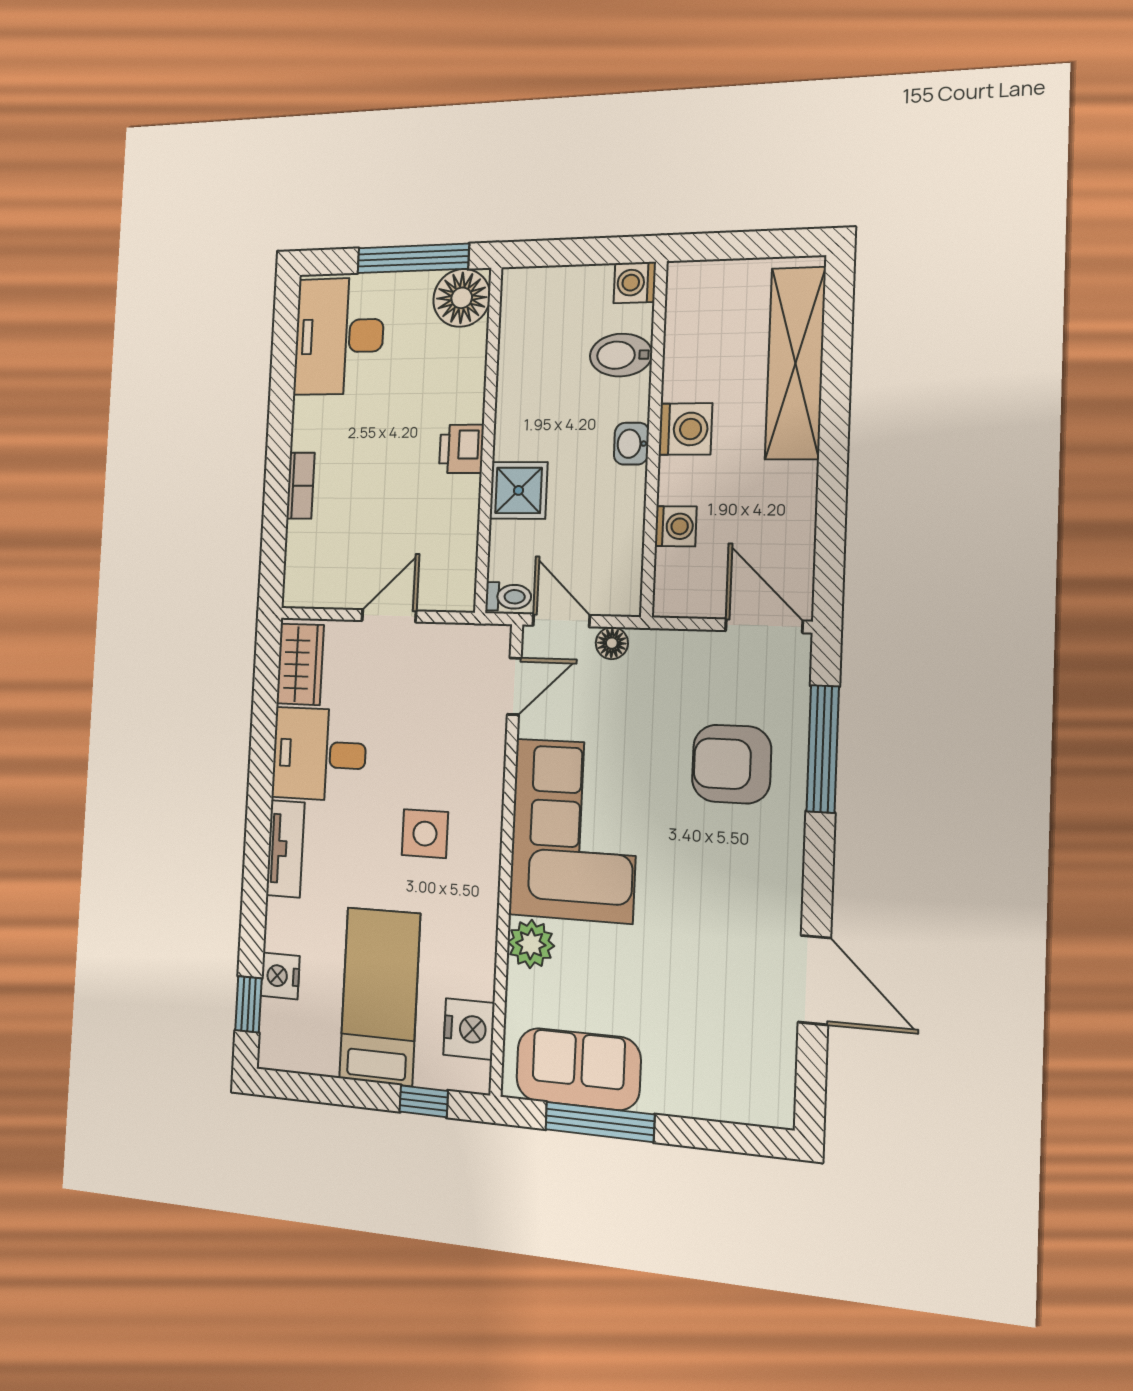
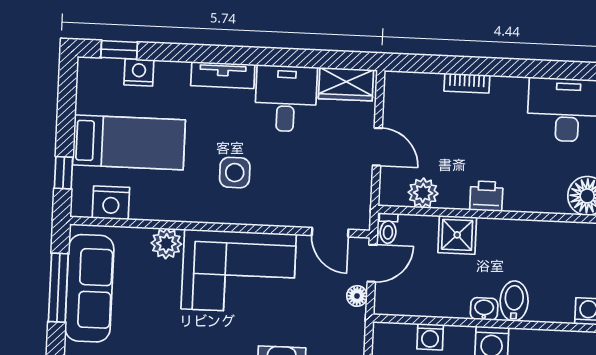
bidet: (621, 355) -> (514, 301), moved
plant: (456, 545) -> (423, 193), added
sofa: (578, 1069) -> (89, 288), width x1.36

